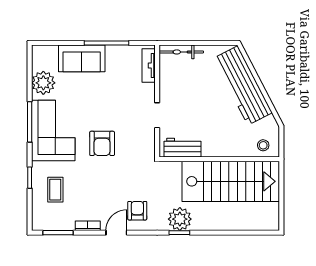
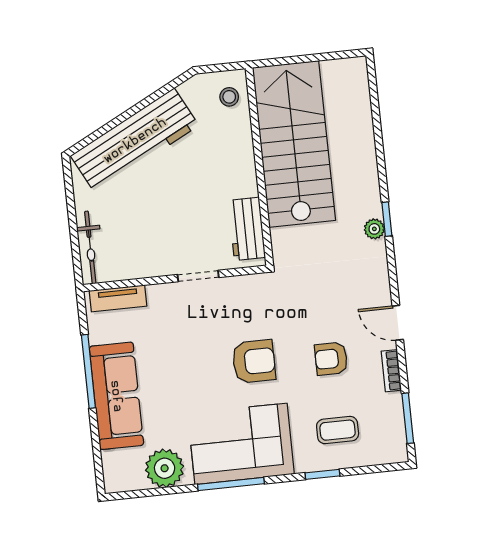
sofa: (82, 58) -> (116, 396), width x1.36
armchair: (137, 211) -> (331, 359), moved
plant: (180, 219) -> (374, 229), width x0.53, depth x0.53

